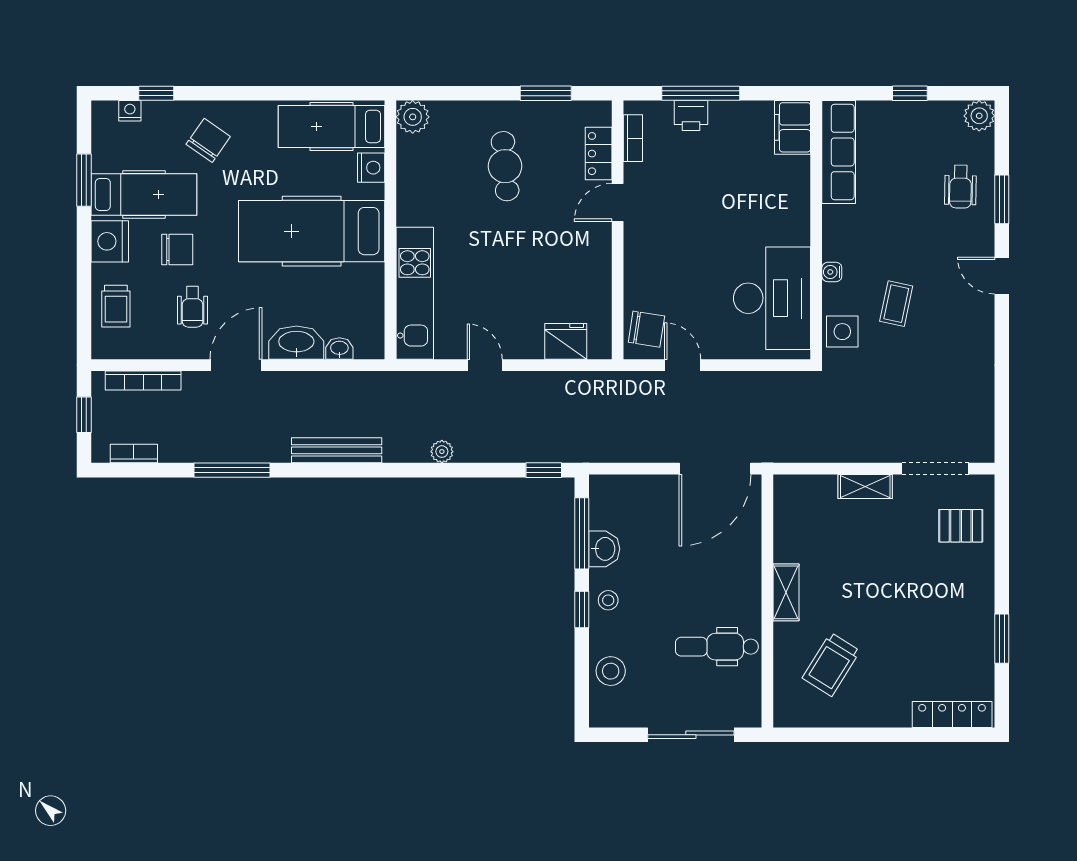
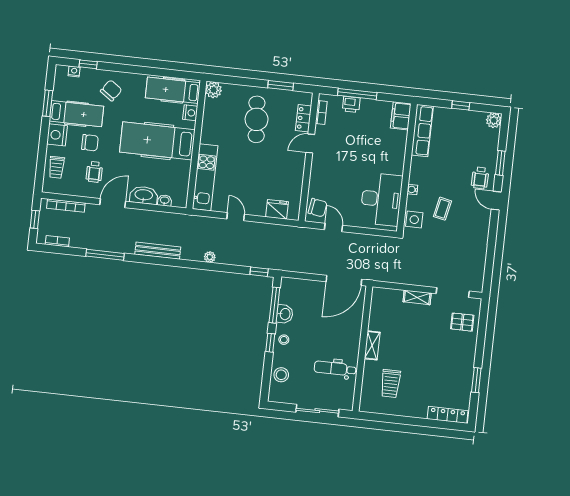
cafe table: (505, 166) -> (257, 119), width x1.37, depth x1.35
wheelchair: (961, 187) -> (480, 178), moved
trolley: (831, 664) -> (391, 384), turned -32

